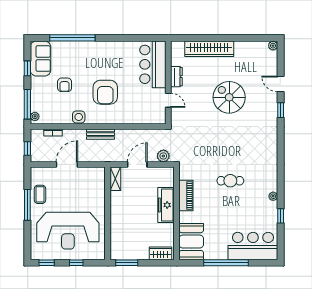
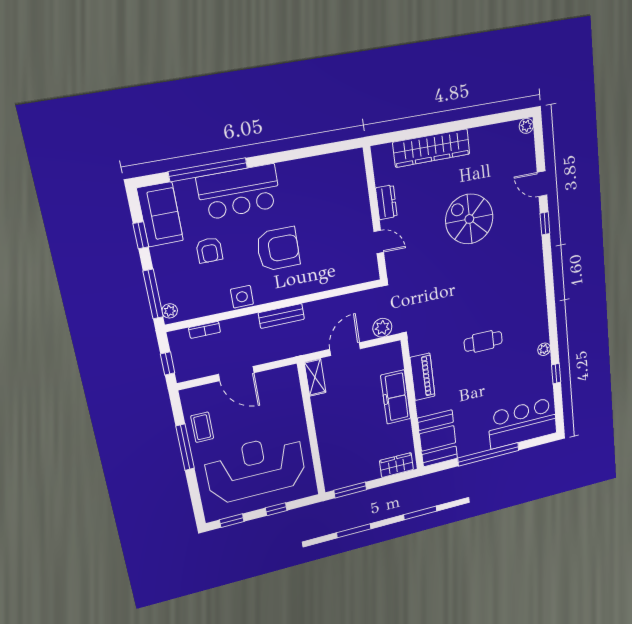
bar counter: (153, 64) -> (239, 192), moved, turned -90
armchair: (105, 92) -> (278, 249), turned -90
door: (67, 165) -> (236, 374), swing flipped
reception desk: (68, 231) -> (256, 468), turned 180

